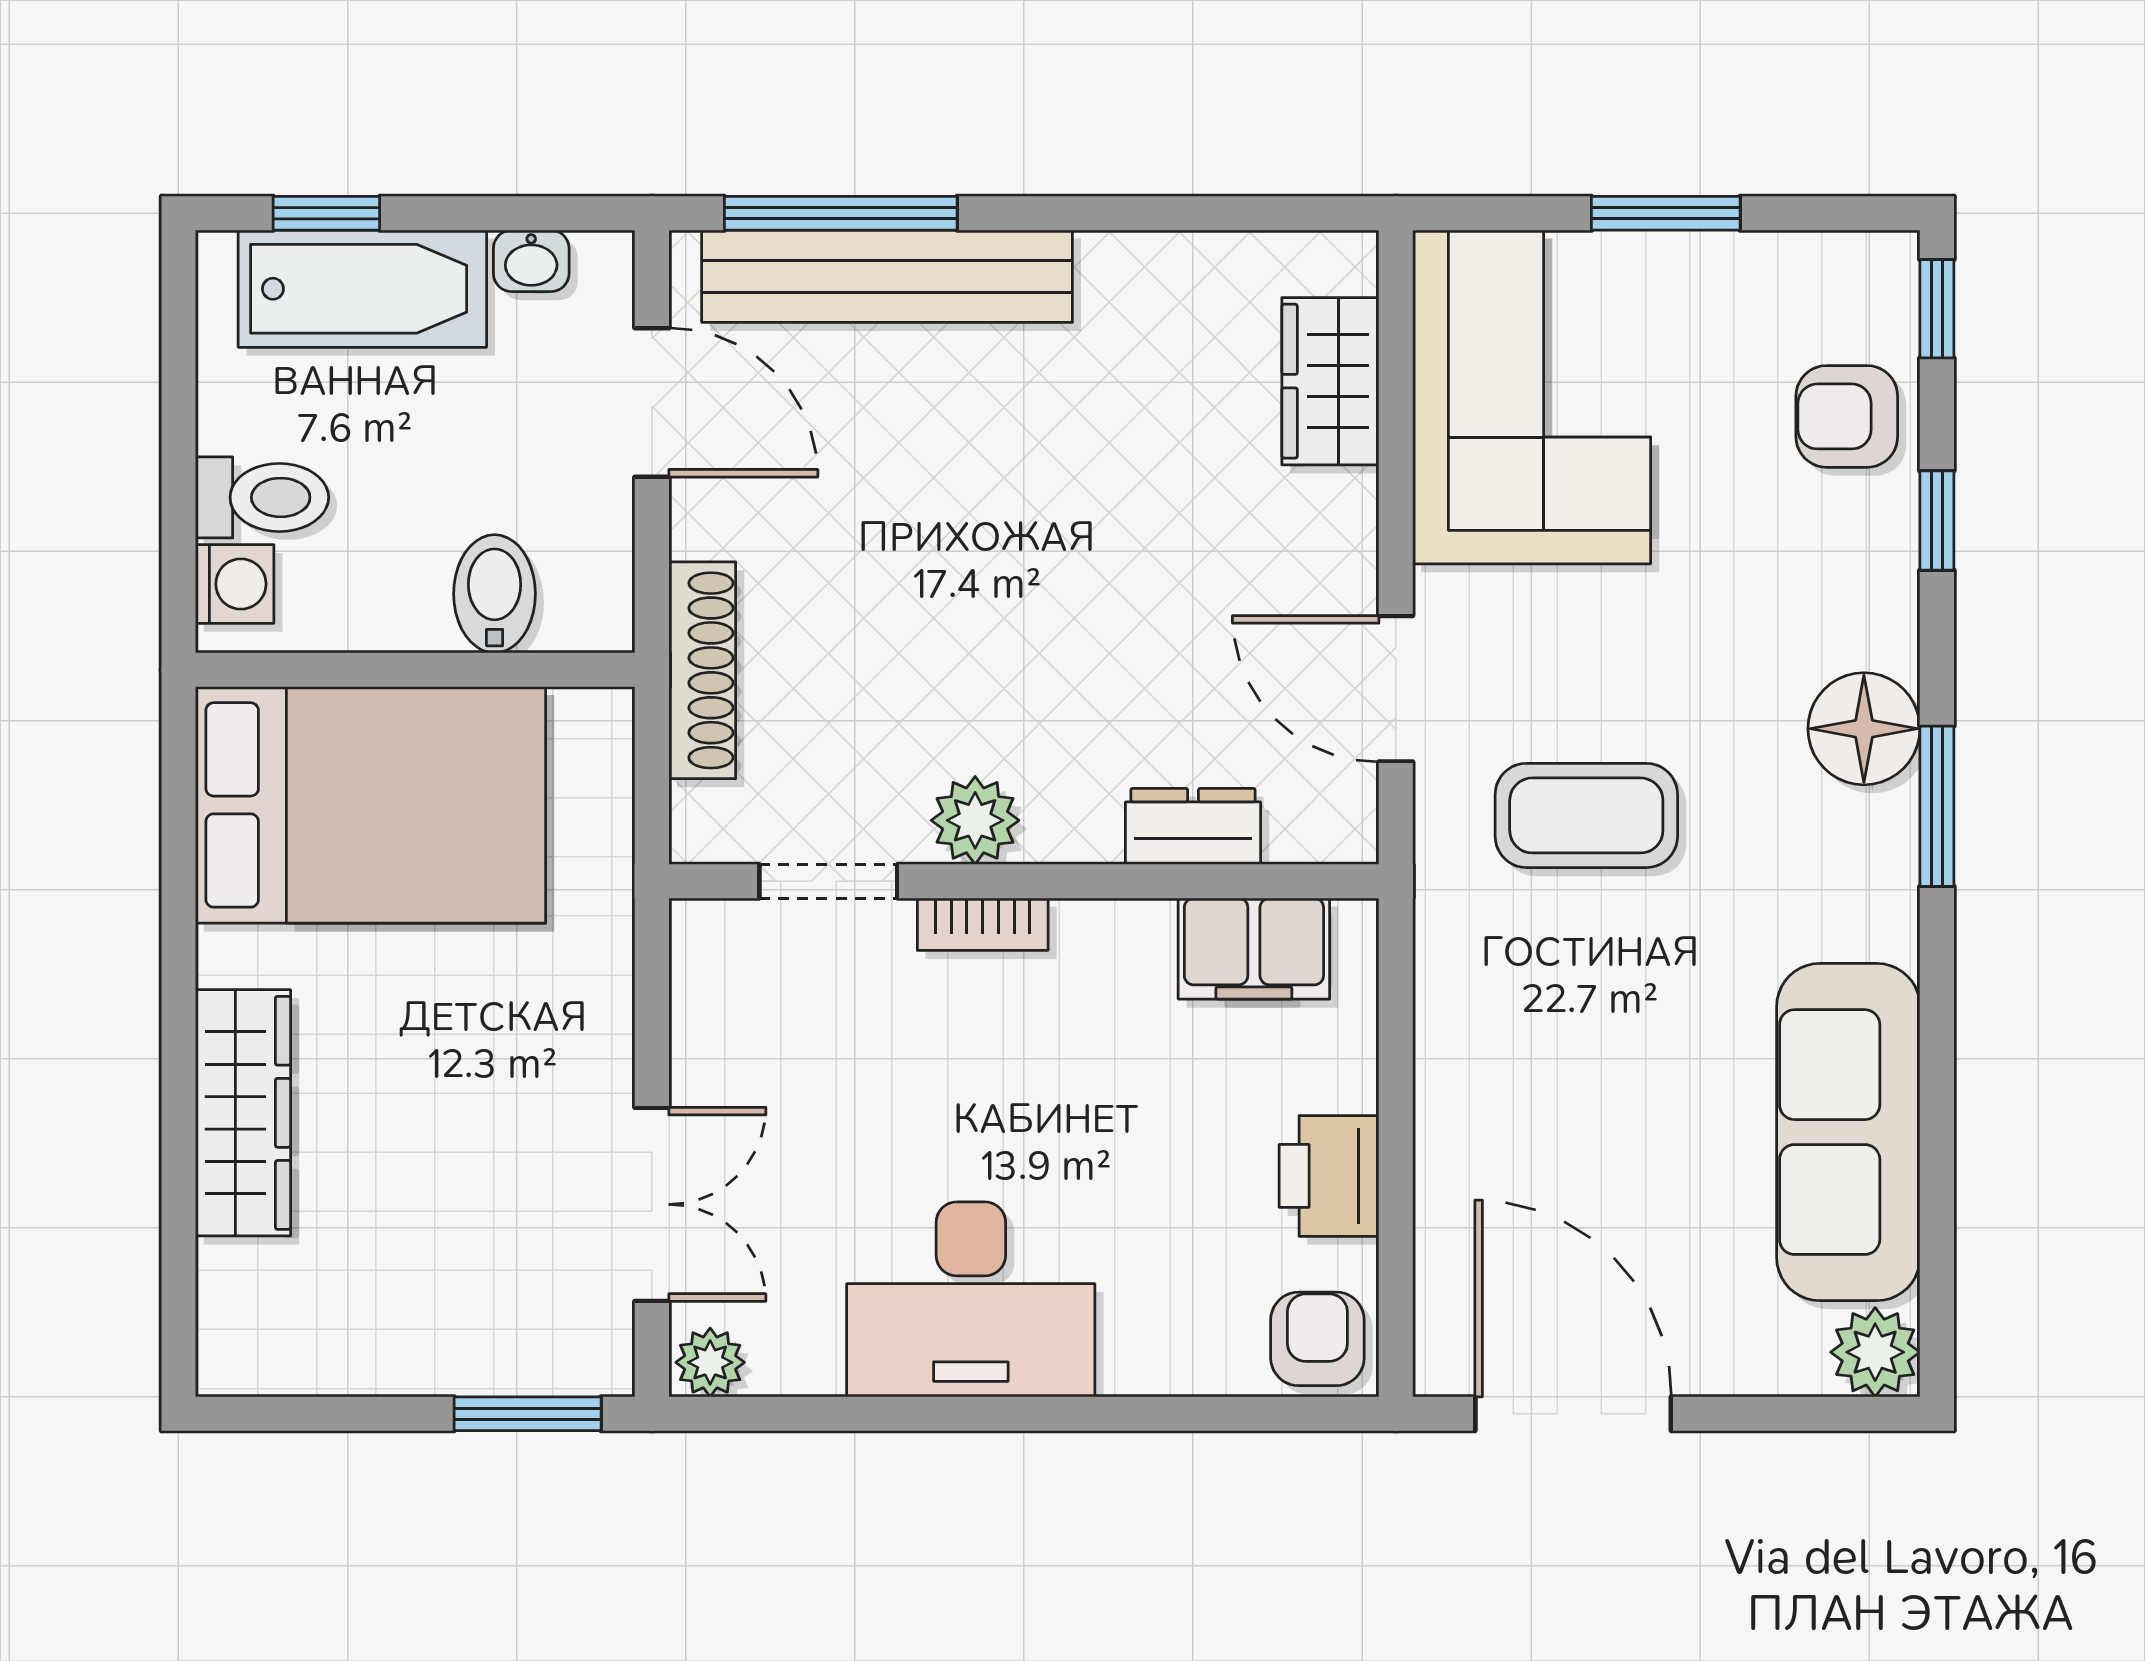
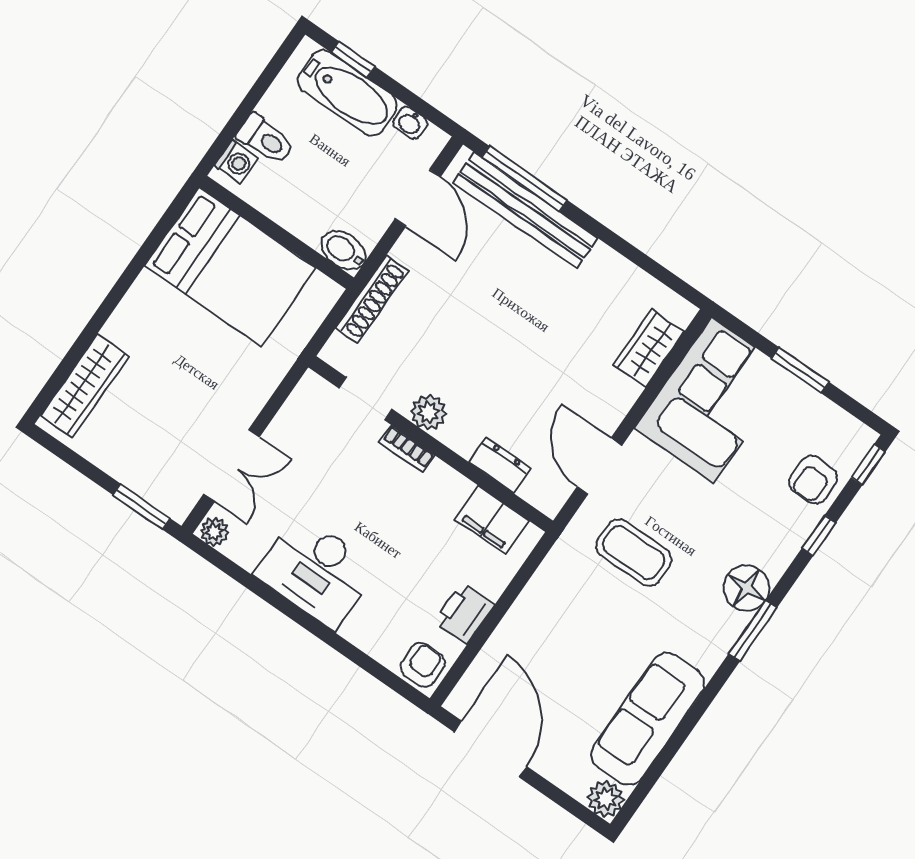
armchair: (1847, 416) -> (813, 480), turned -90
bidet: (495, 594) -> (344, 250), moved, turned -90
wardrobe: (243, 1113) -> (85, 386), moved

